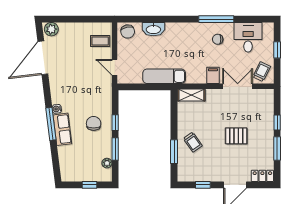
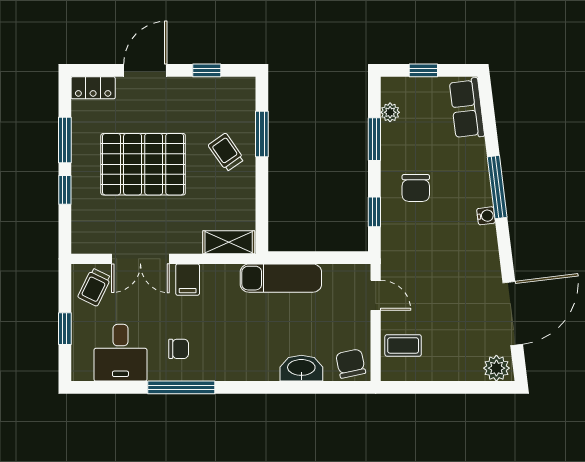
window: (115, 123) -> (374, 212), moved
row of seats: (62, 129) -> (467, 108), moved
pallet: (236, 136) -> (143, 164), width x2.05, depth x2.00

